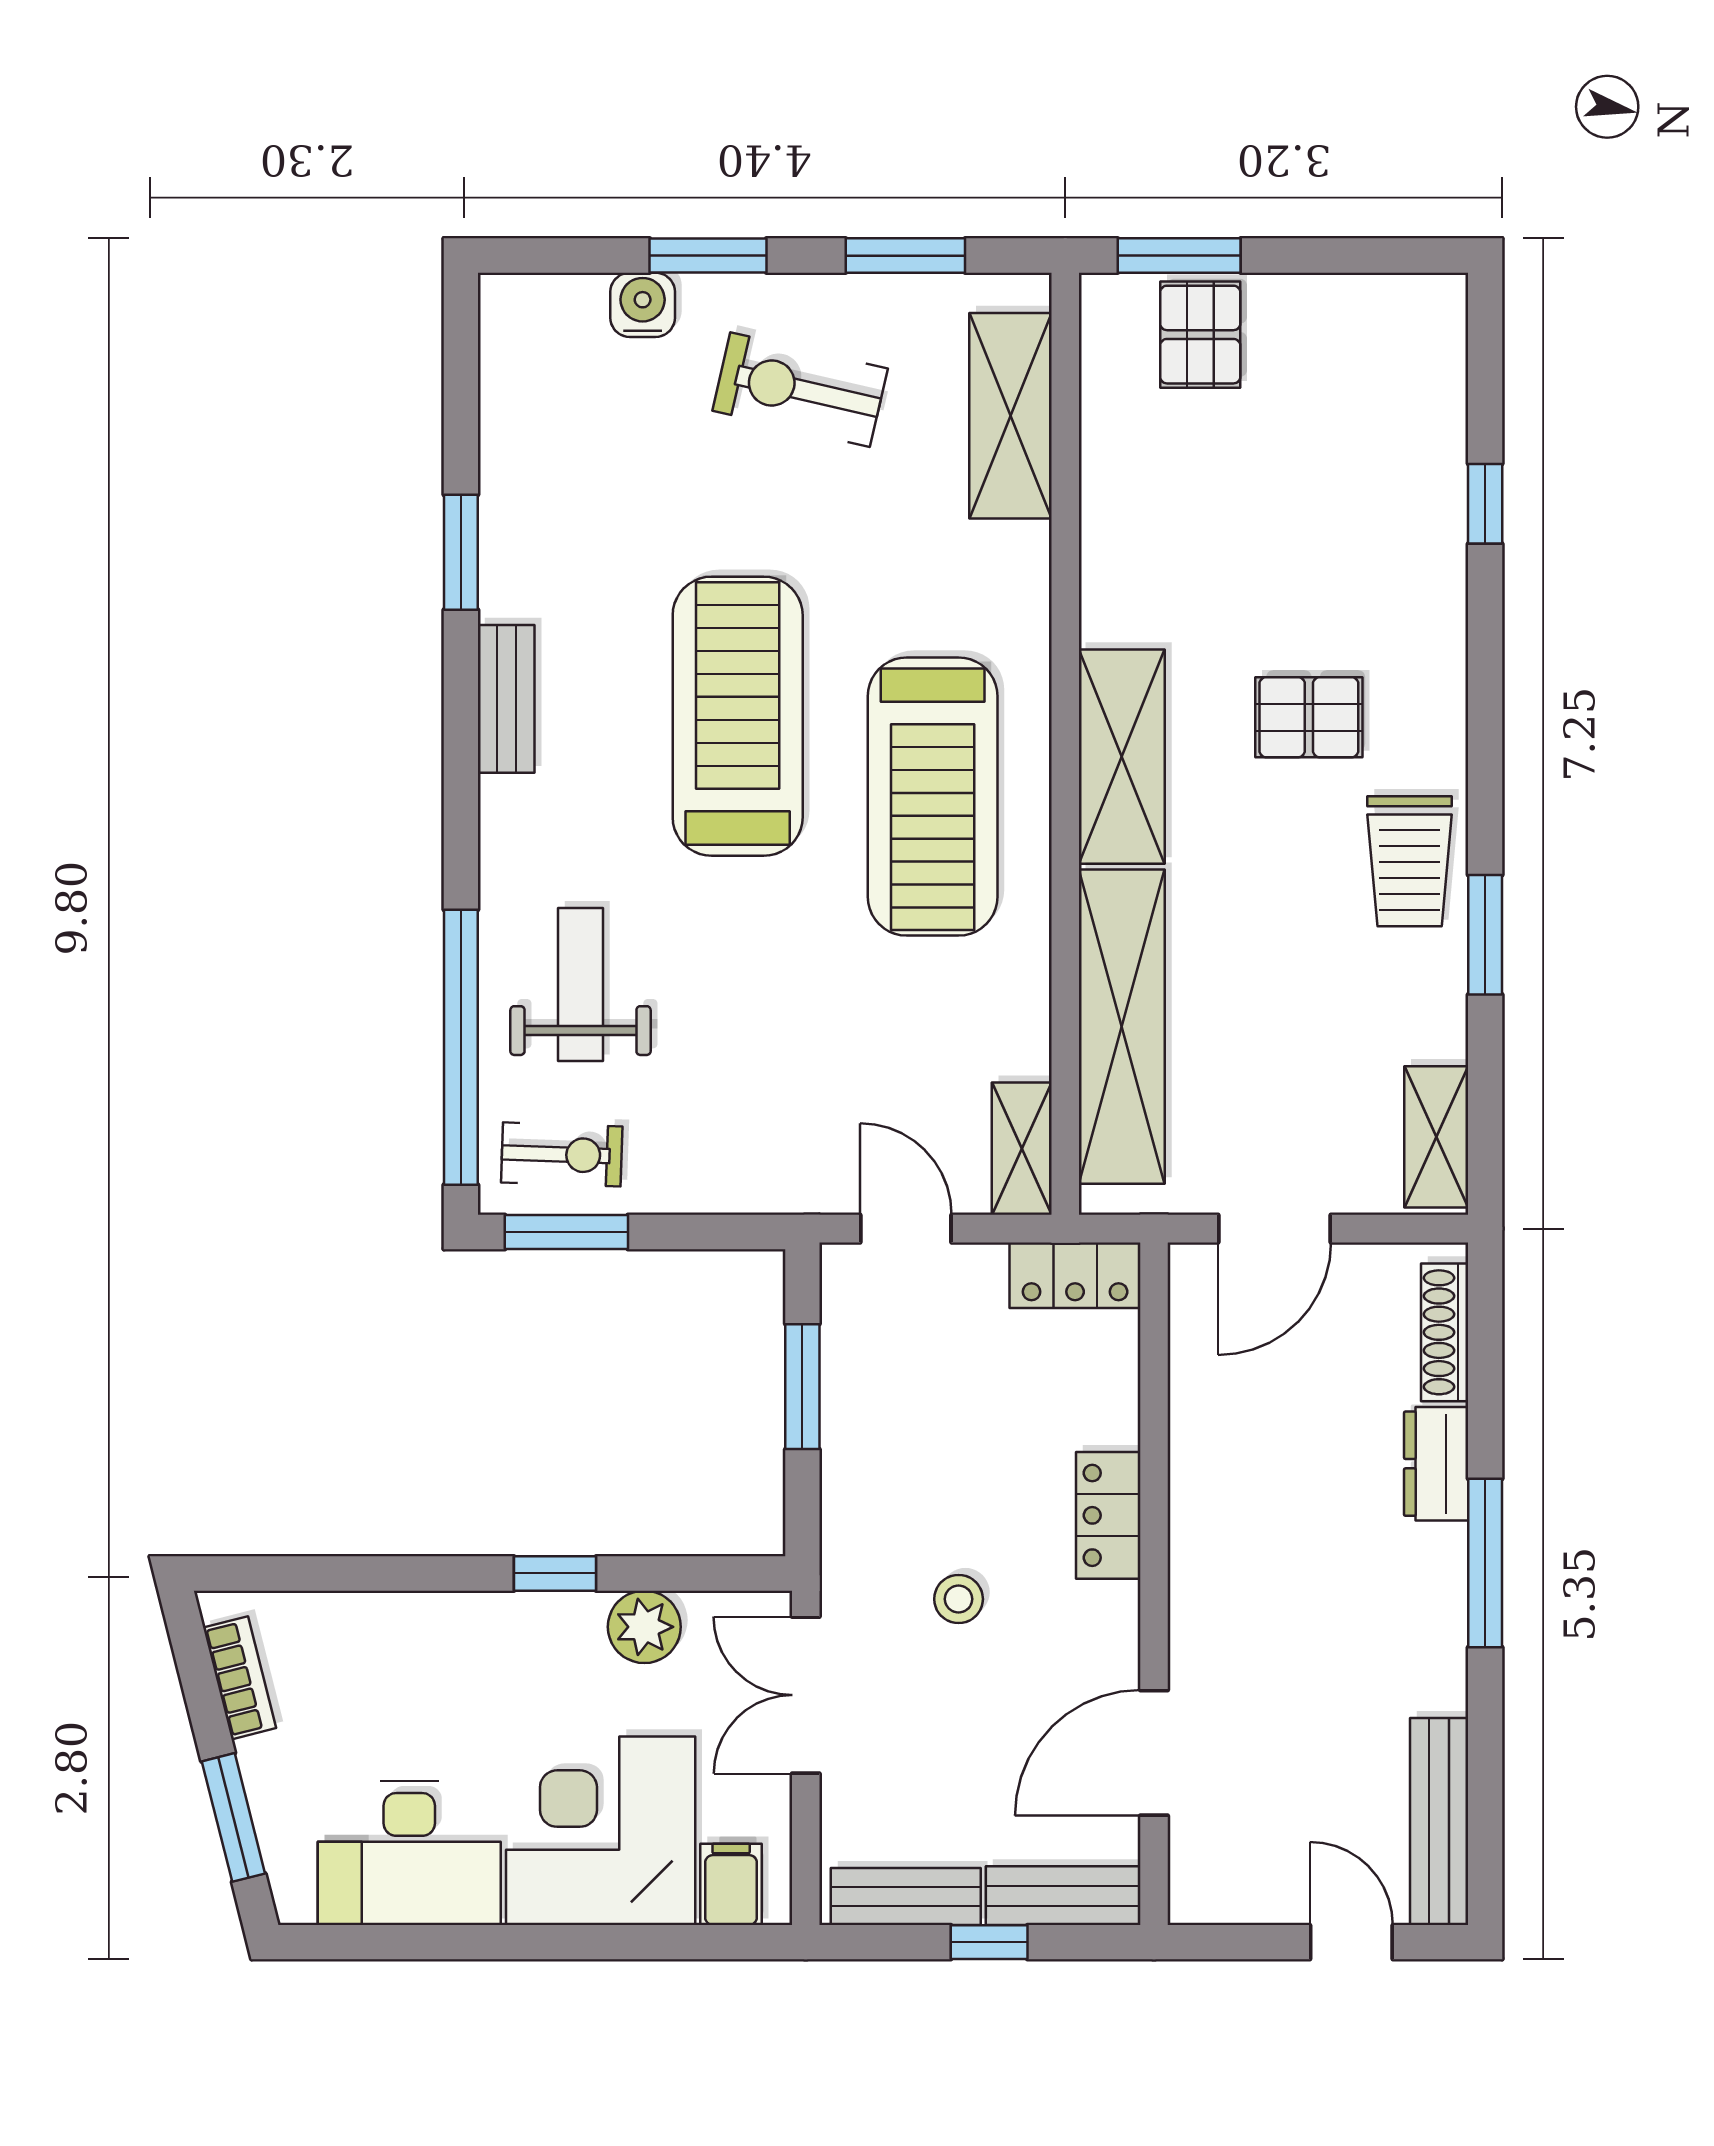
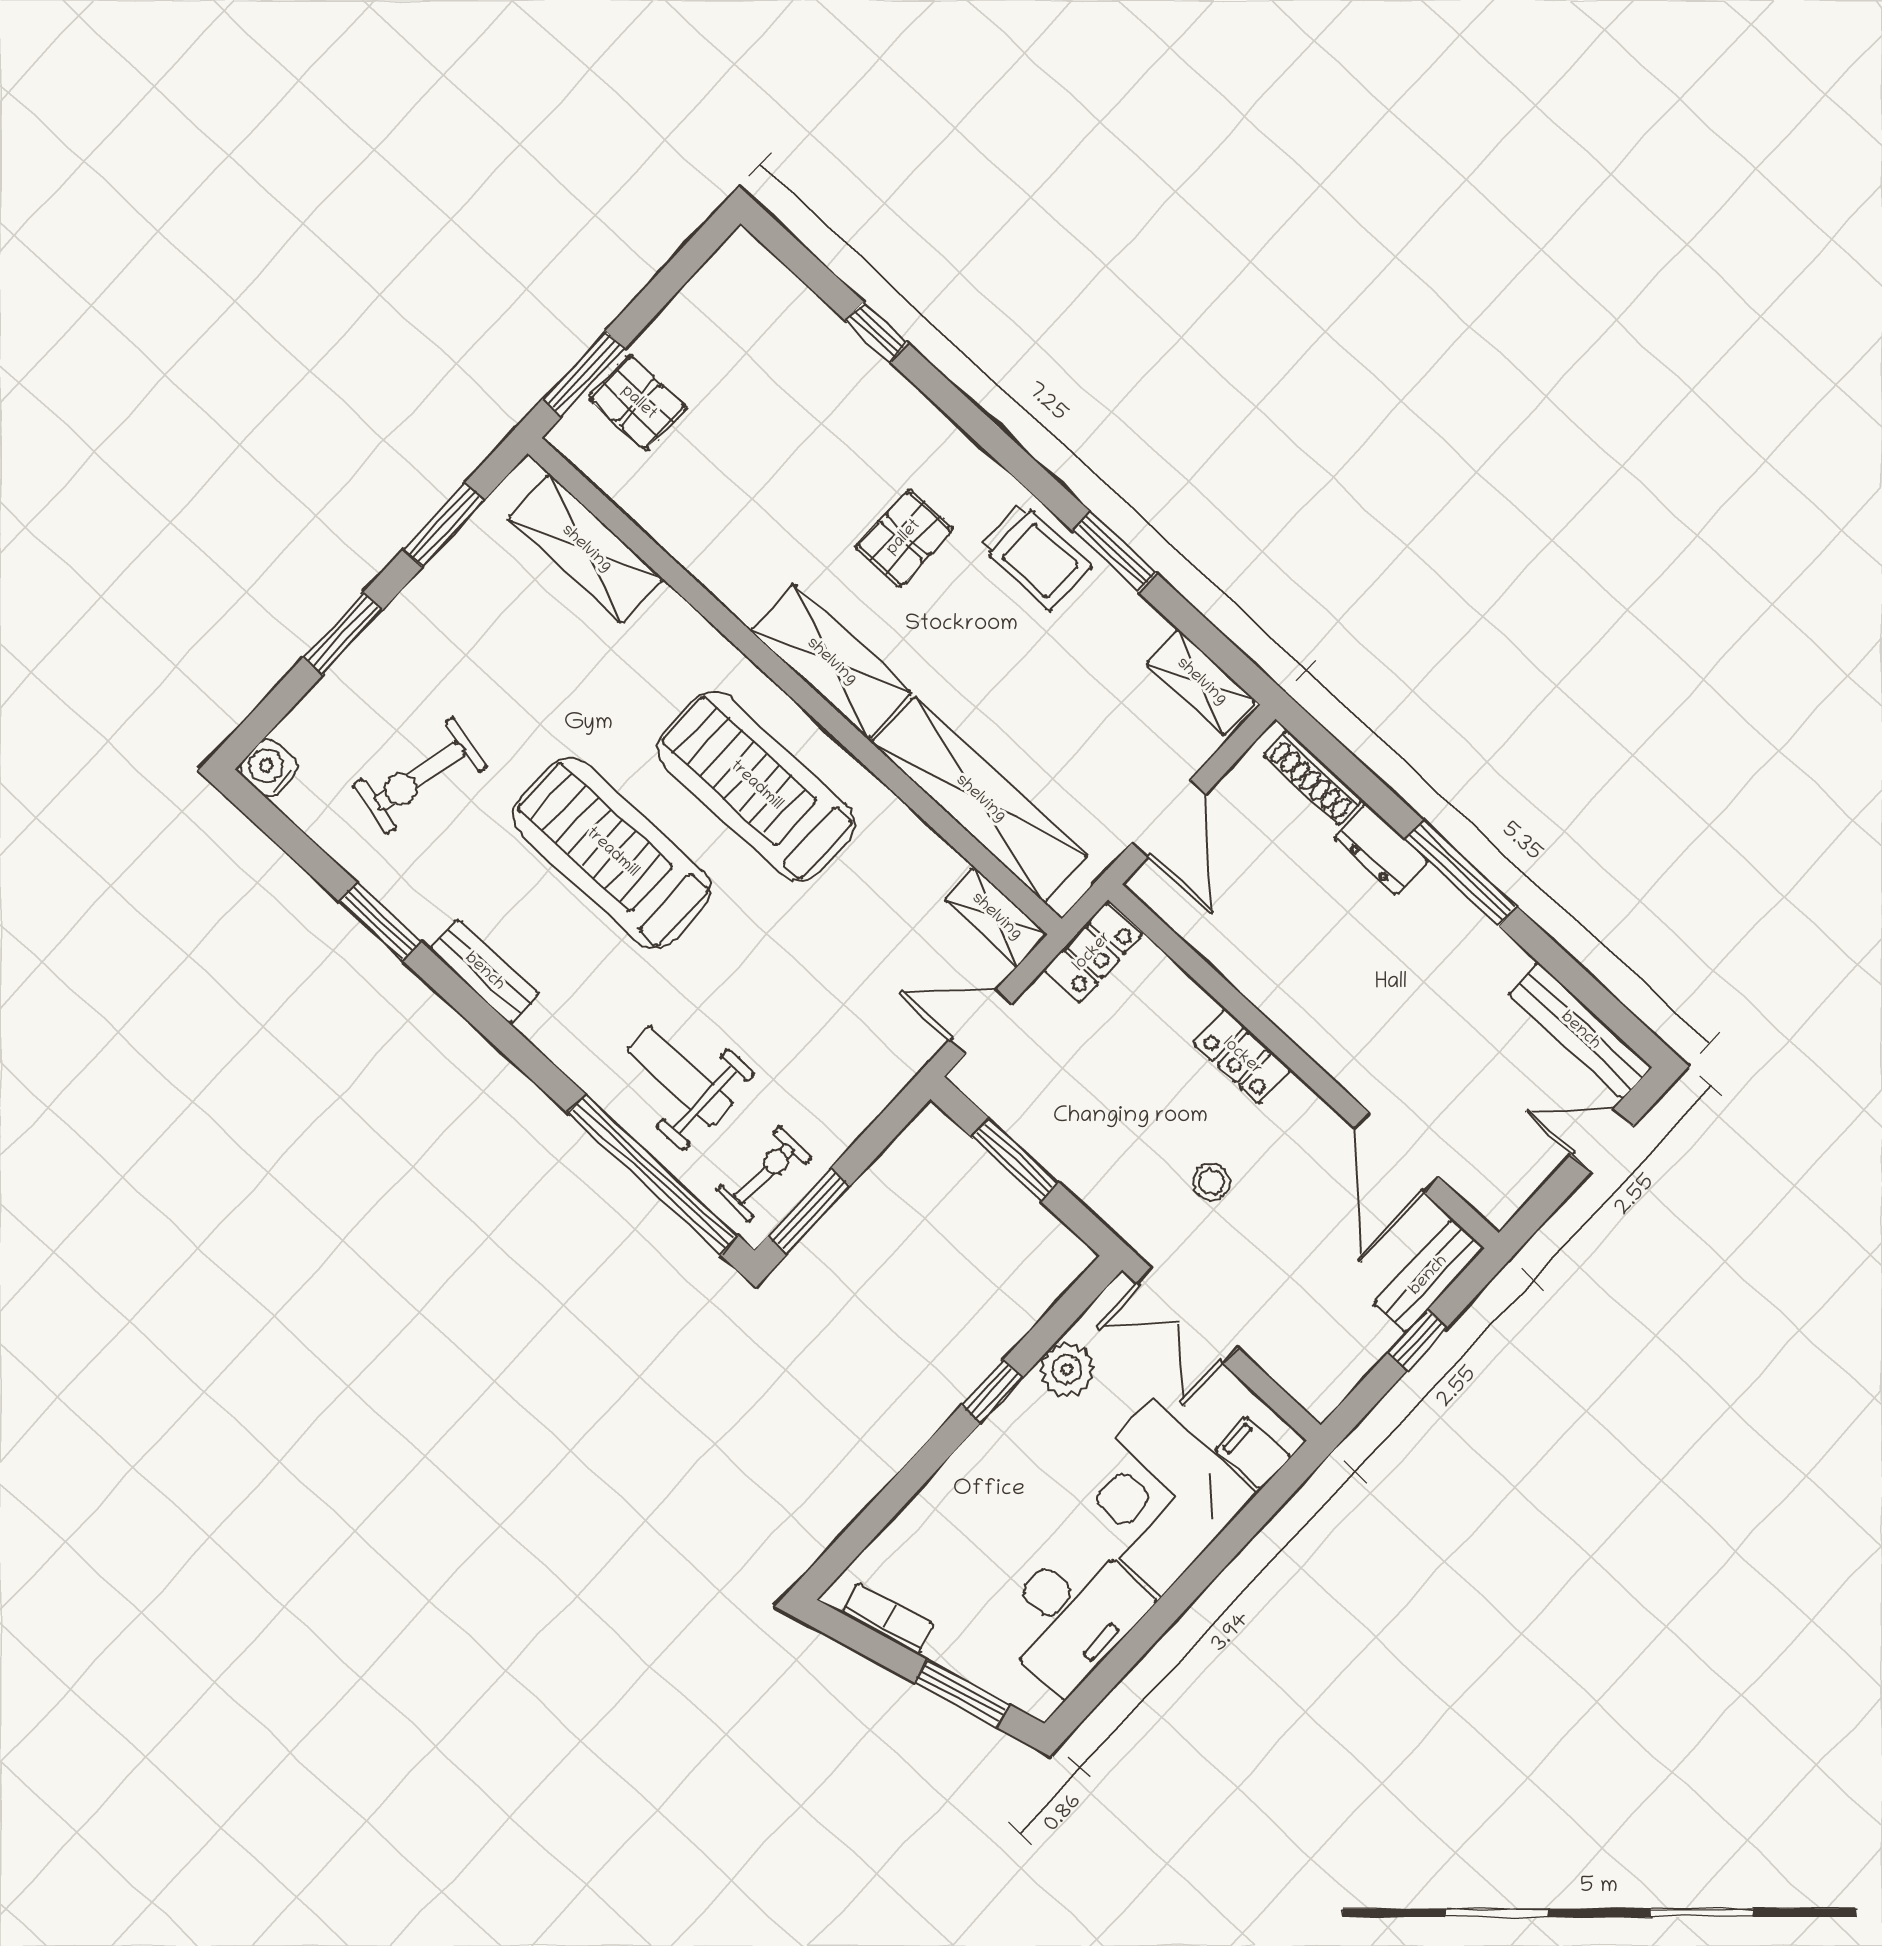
water cooler: (643, 305) -> (269, 768), moved
exercise bike: (800, 390) -> (420, 776), moved
treadmill: (933, 797) -> (756, 786), turned 180
bench: (906, 1897) -> (1349, 1363), removed

